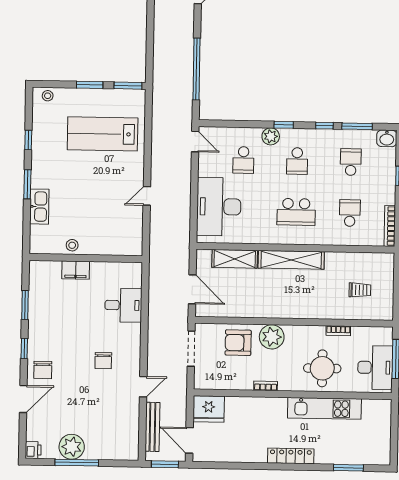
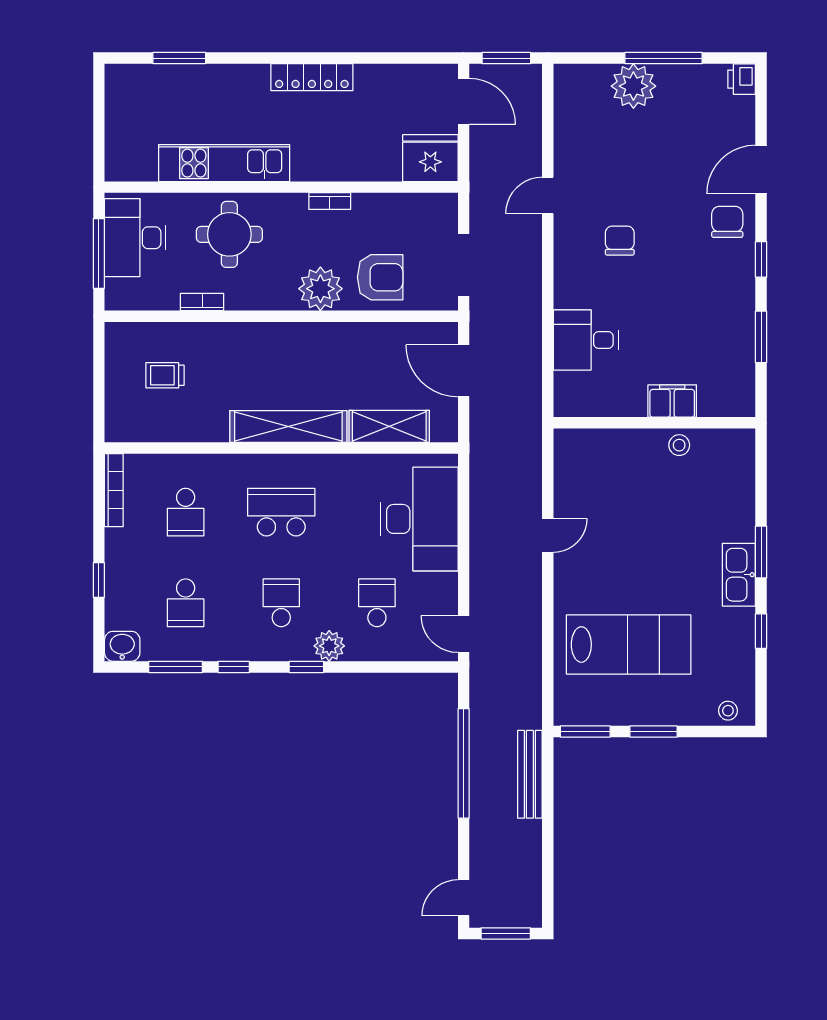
kitchen sink: (39, 207) -> (739, 575), moved
bench: (152, 427) -> (530, 774), moved
plant: (72, 447) -> (633, 86), moved
locker: (291, 456) -> (312, 77), moved

